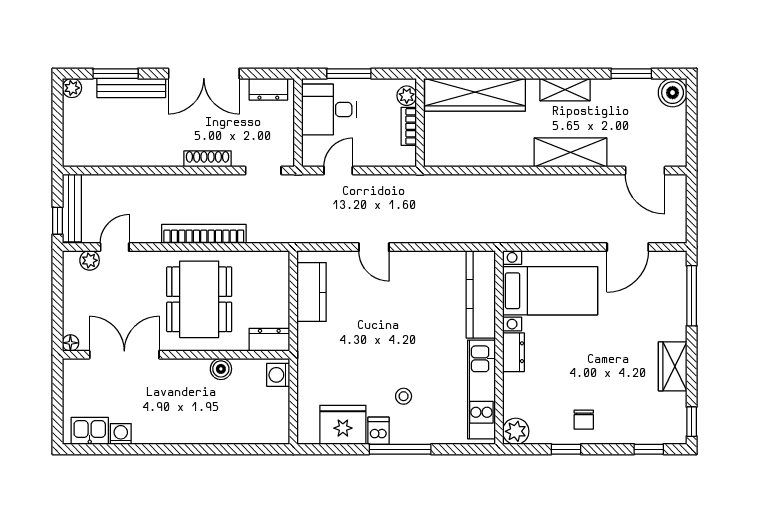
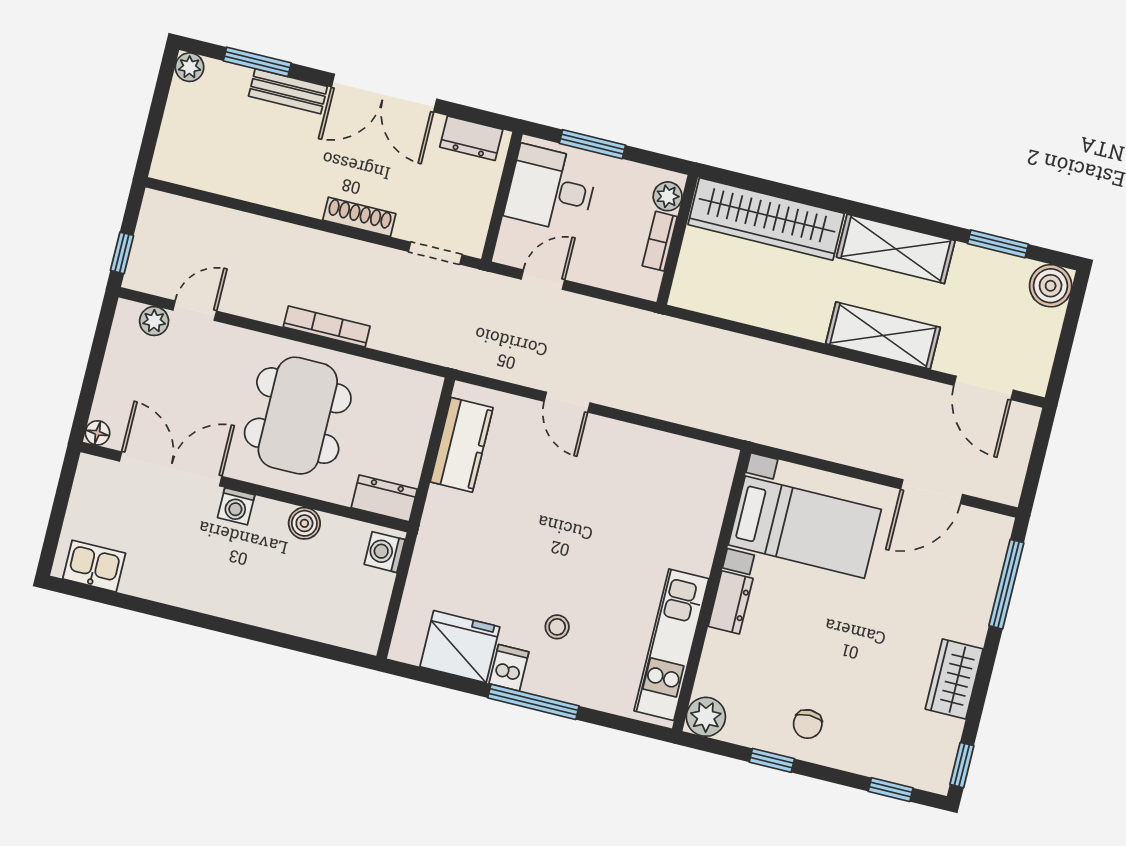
bench: (131, 88) -> (288, 91), width x0.73
shelving: (565, 90) -> (896, 249), width x1.50, depth x1.33
bench: (72, 208) -> (147, 239), removed
bookcase: (204, 234) -> (327, 327), width x0.68, depth x0.76
kitchen counter: (481, 294) -> (704, 508), removed
washing machine: (121, 434) -> (236, 506), moved, turned 180

